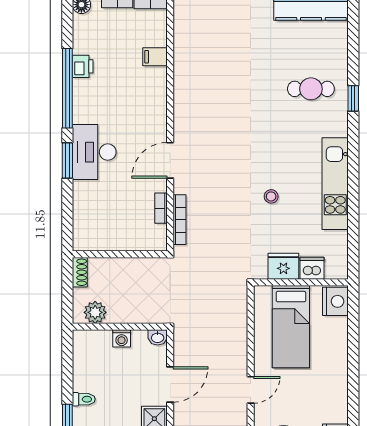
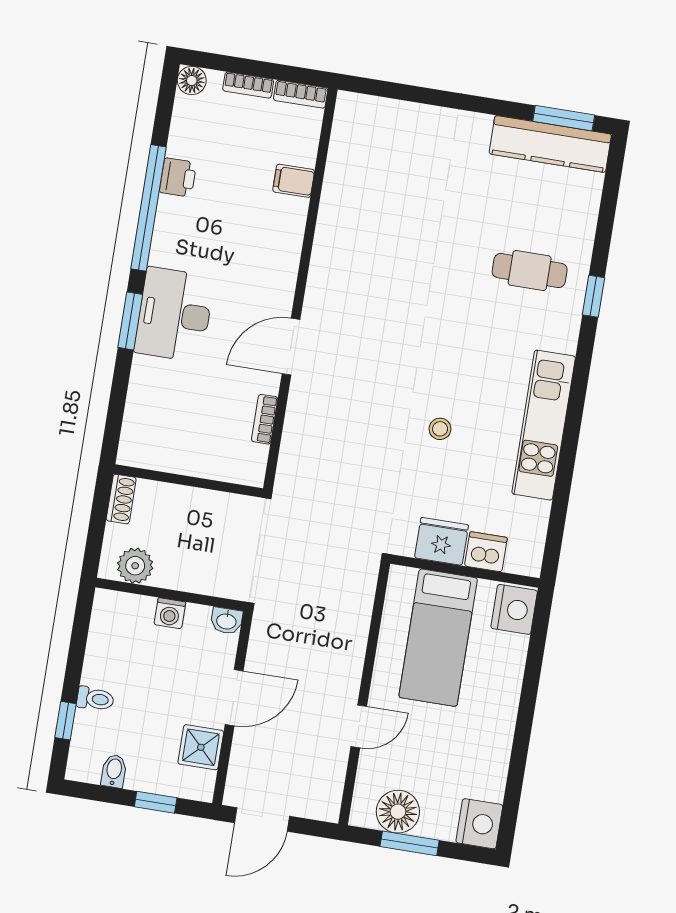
bookcase: (179, 220) -> (291, 442), removed

